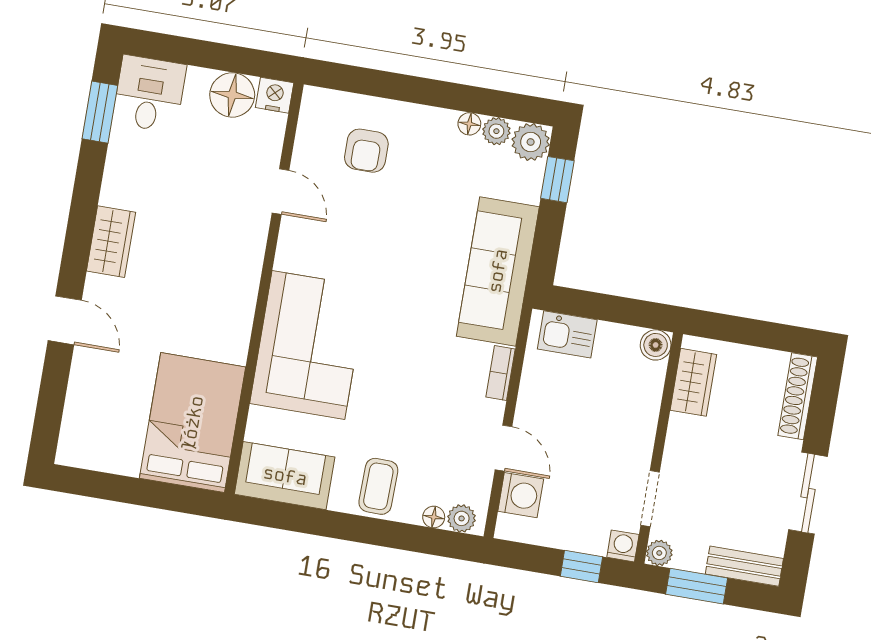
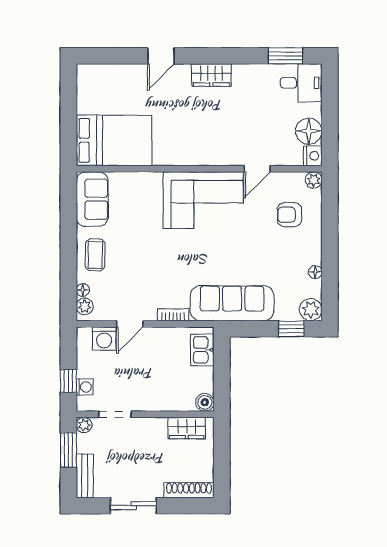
plant: (496, 131) -> (314, 180), moved
corner sofa: (308, 345) -> (203, 200), moved
coffee table: (378, 486) -> (95, 255), turned 90
washing machine: (623, 546) -> (85, 387), moved

